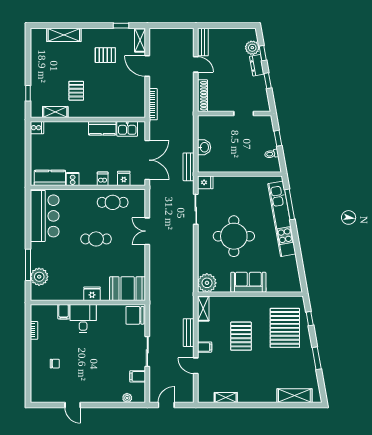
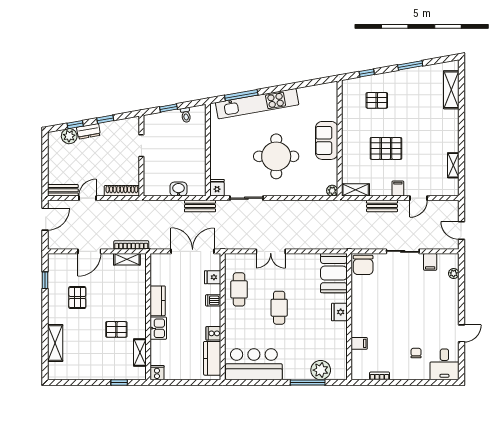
door: (177, 26) -> (45, 219), added
shelving: (140, 40) -> (127, 259), moved
kitchen sink: (127, 129) -> (158, 328), moved
plant: (207, 283) -> (332, 191), width x0.53, depth x0.53
desk: (83, 318) -> (444, 364), moved, turned -90
pallet: (285, 328) -> (377, 100), width x0.49, depth x0.50

